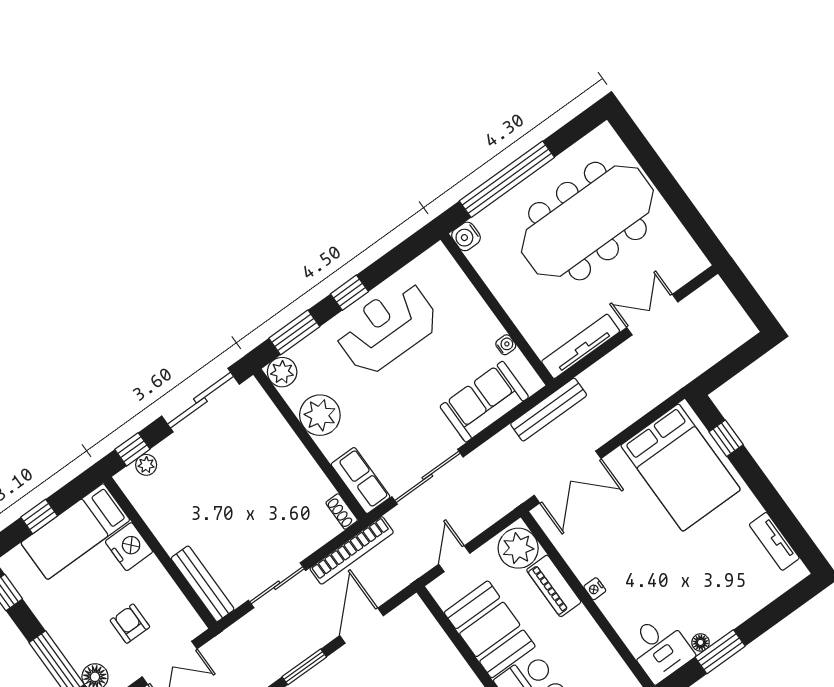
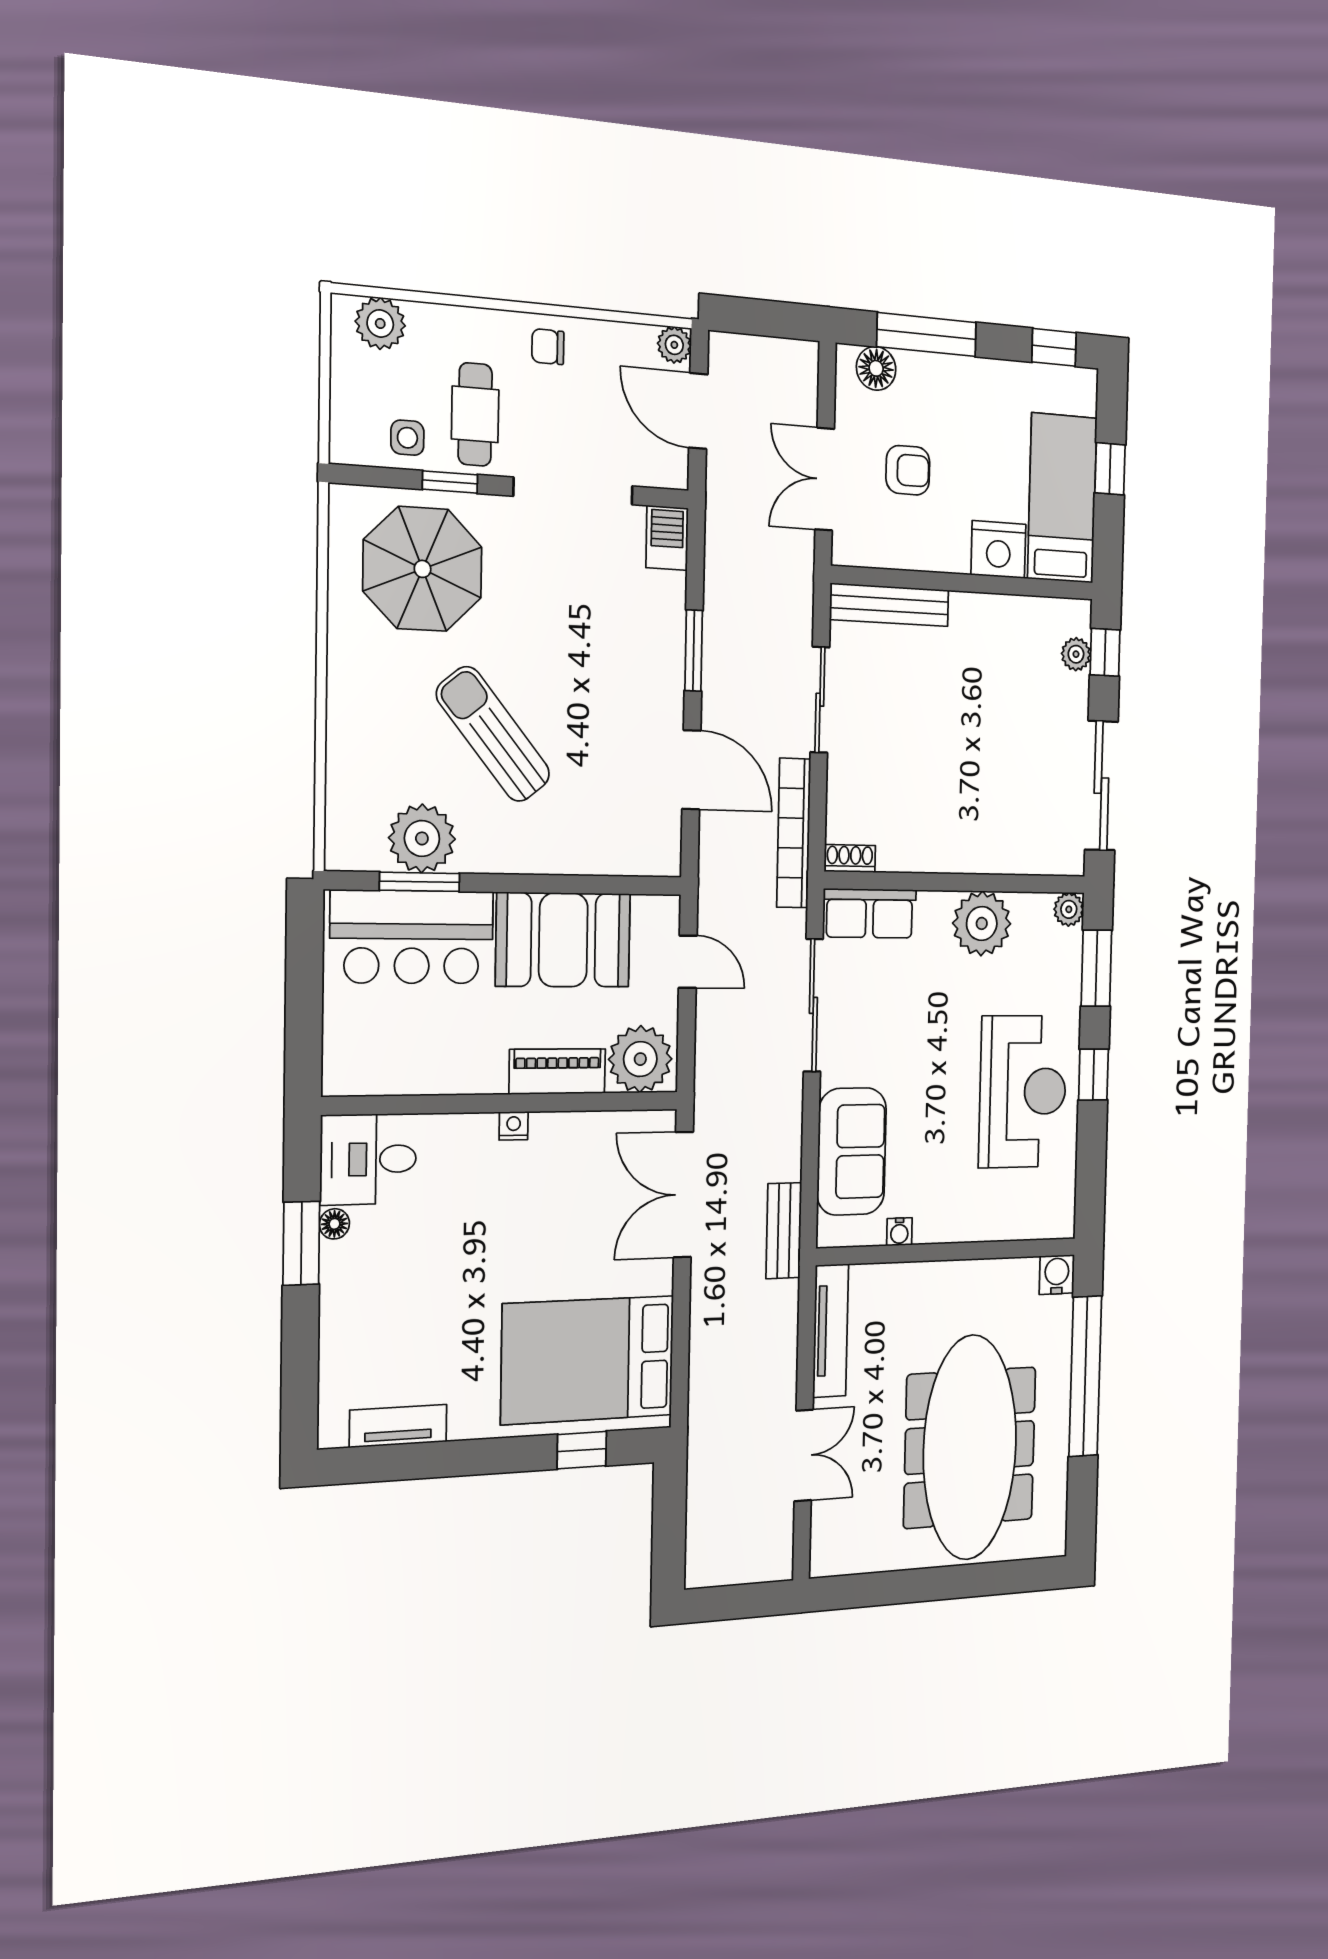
plant: (282, 372) -> (1069, 909), width x0.73, depth x0.73
bench: (549, 410) -> (784, 1231), width x0.73

